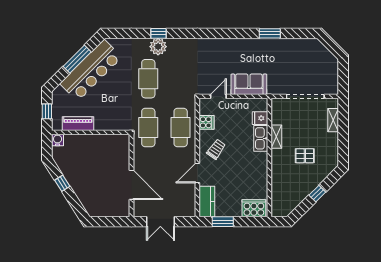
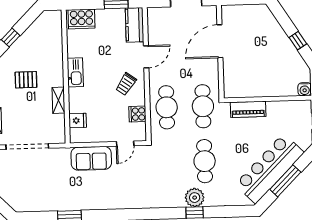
piano: (78, 124) -> (248, 109), moved
kitchen sink: (261, 138) -> (75, 72), moved
door: (131, 185) -> (220, 41), hinge flipped

